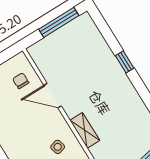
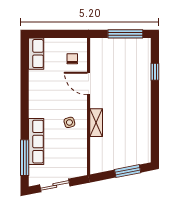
window: (125, 62) -> (155, 72), moved

